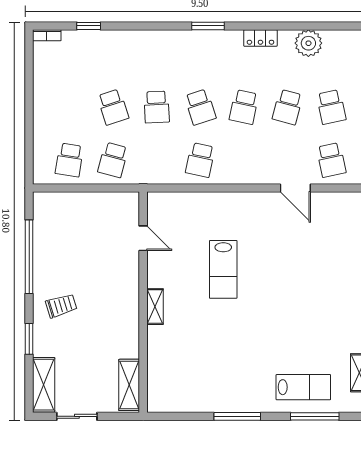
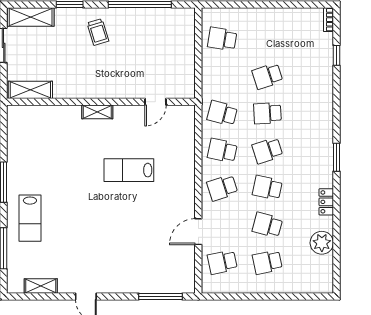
school desk: (113, 160) -> (222, 113), moved
school desk: (244, 160) -> (222, 188), added
lab bench: (303, 387) -> (30, 218), moved

